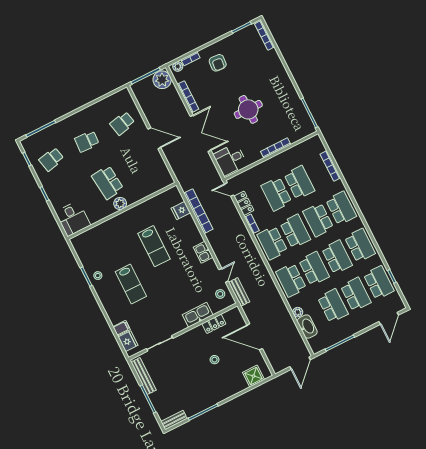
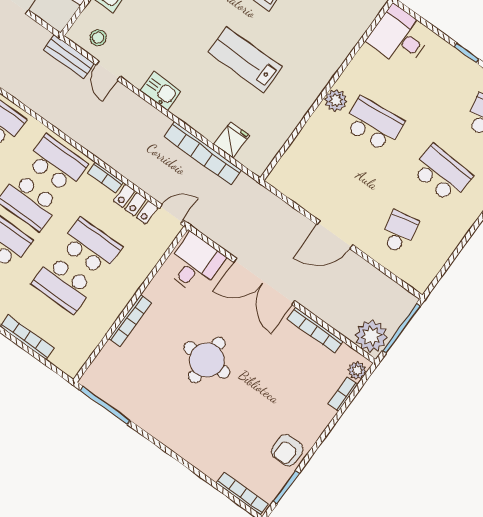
armchair: (218, 63) -> (287, 450), moved, turned -94
school desk: (87, 141) -> (442, 173), width x1.85

